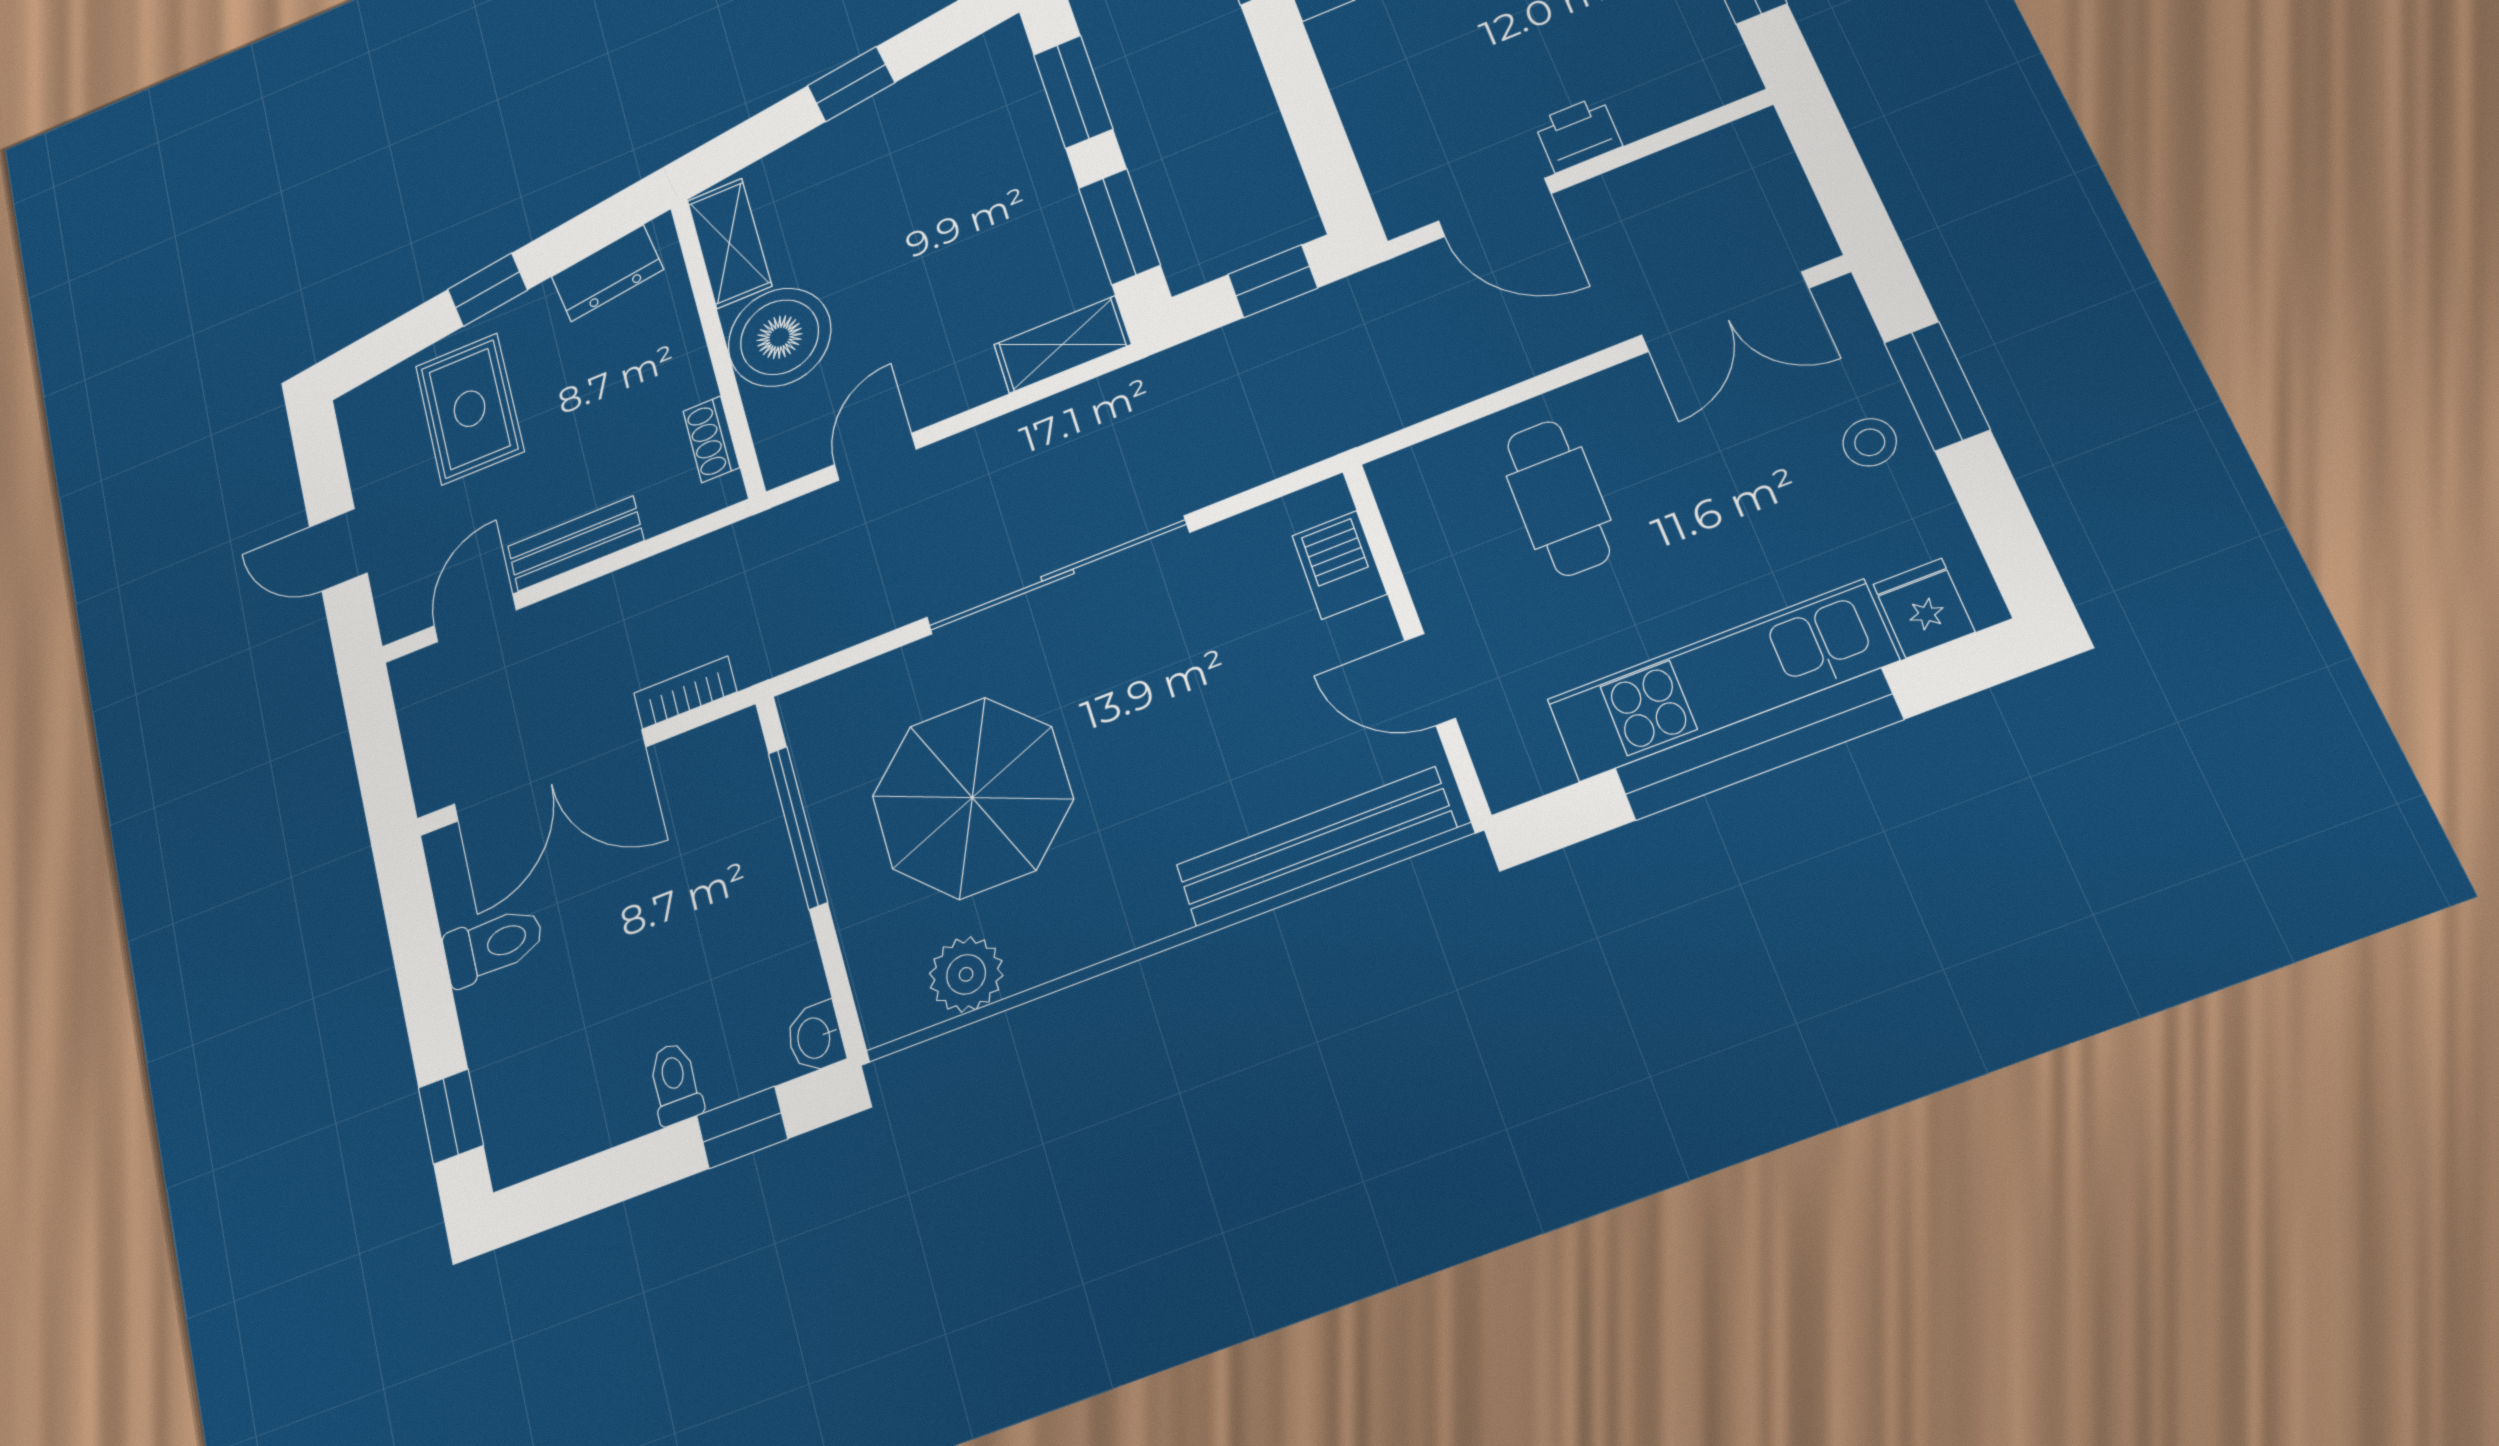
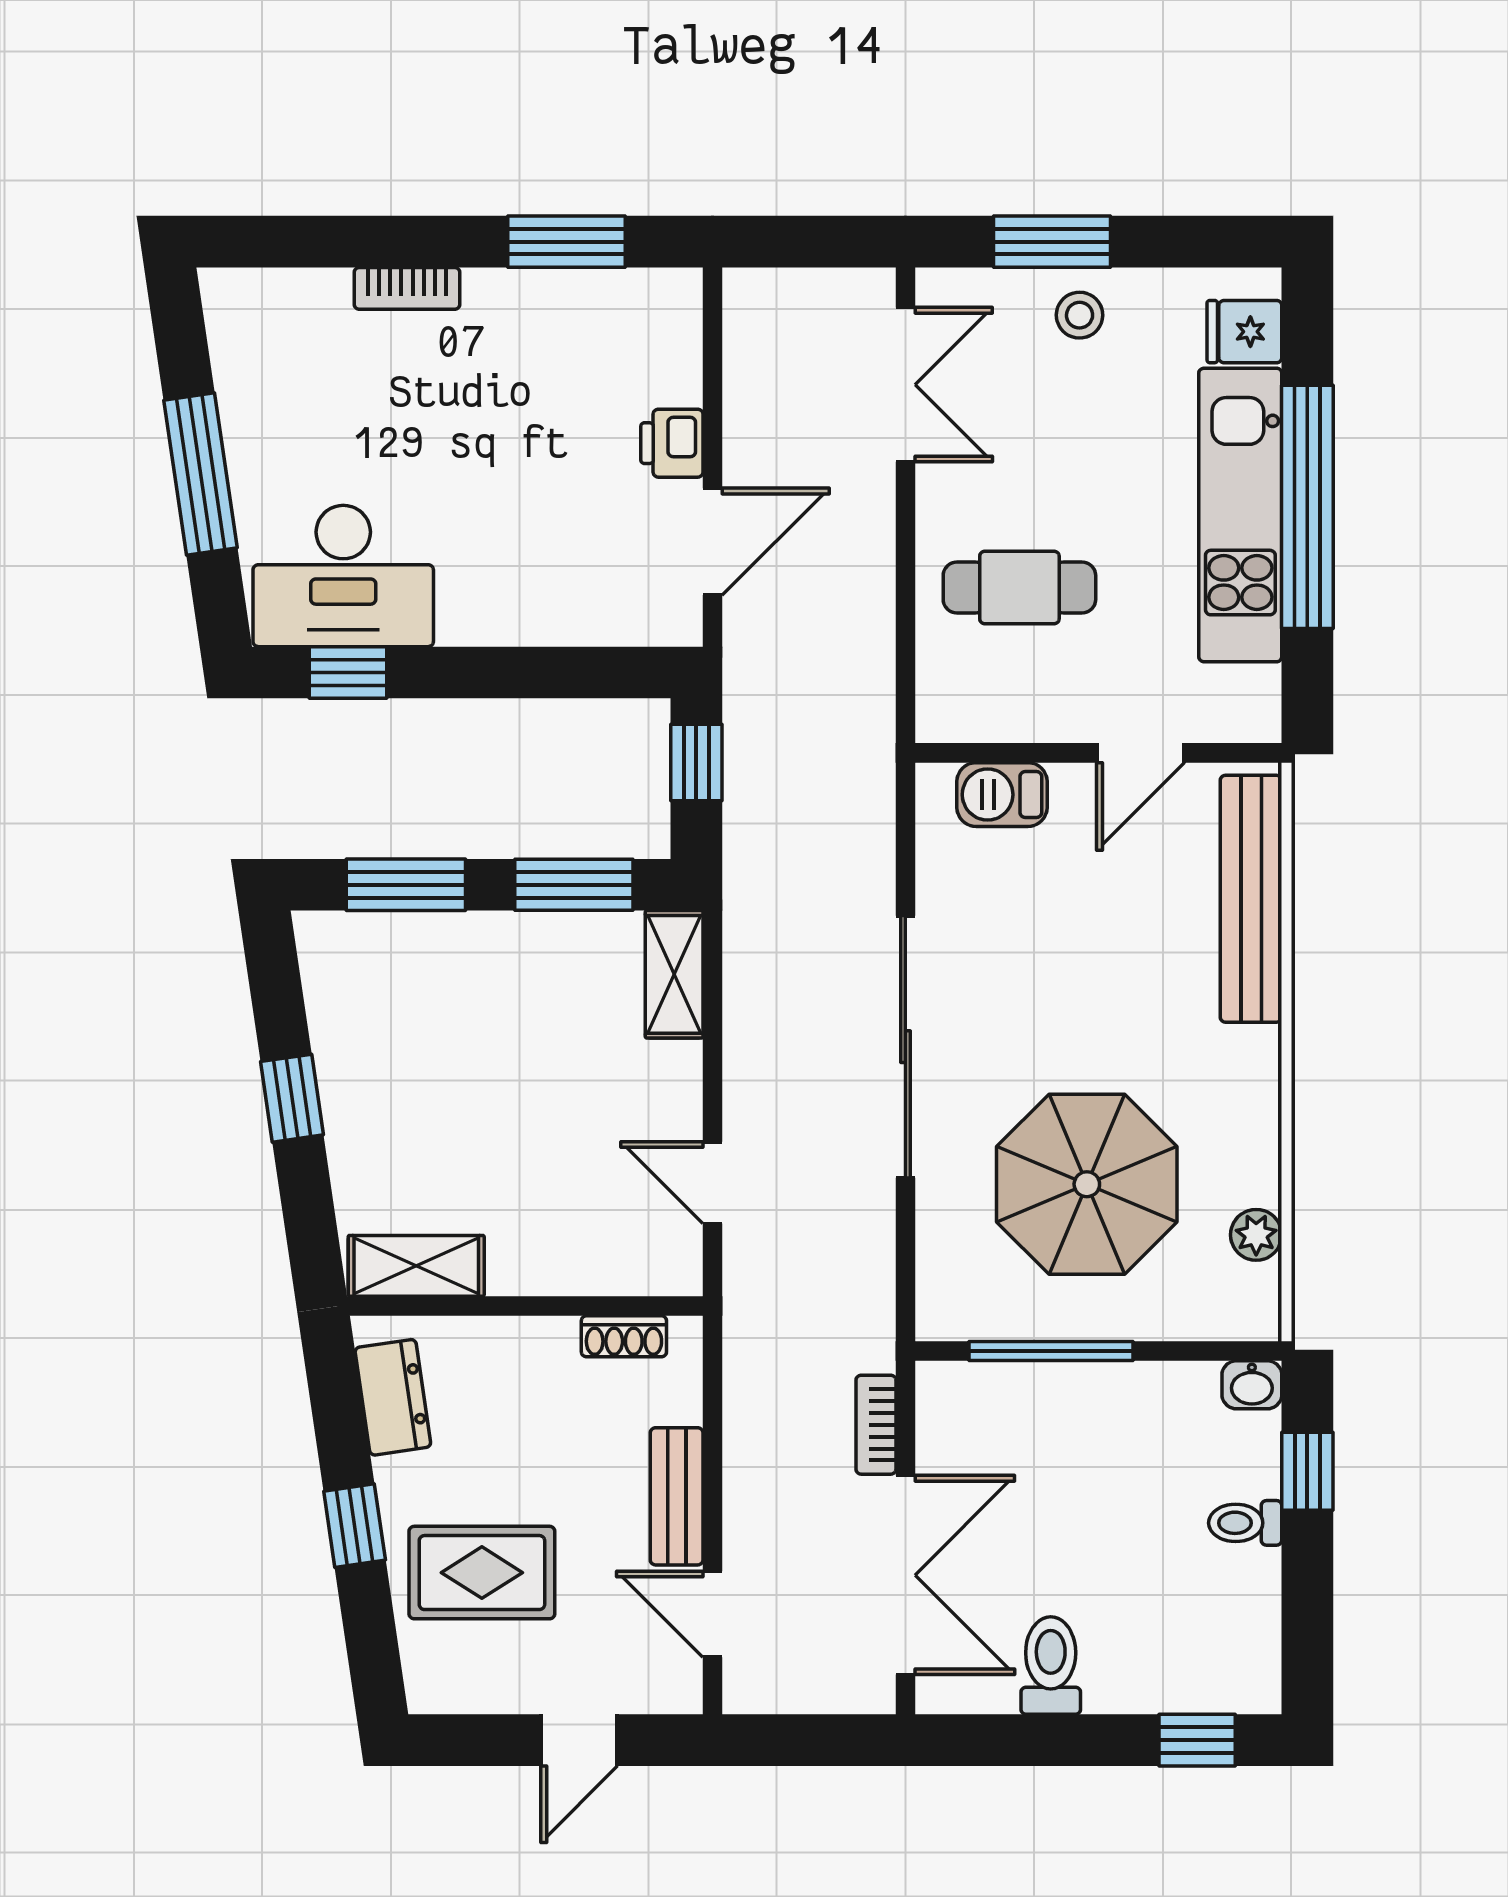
boiler: (779, 337) -> (544, 1242), removed
plant: (966, 974) -> (1256, 1235), width x0.73, depth x0.73

